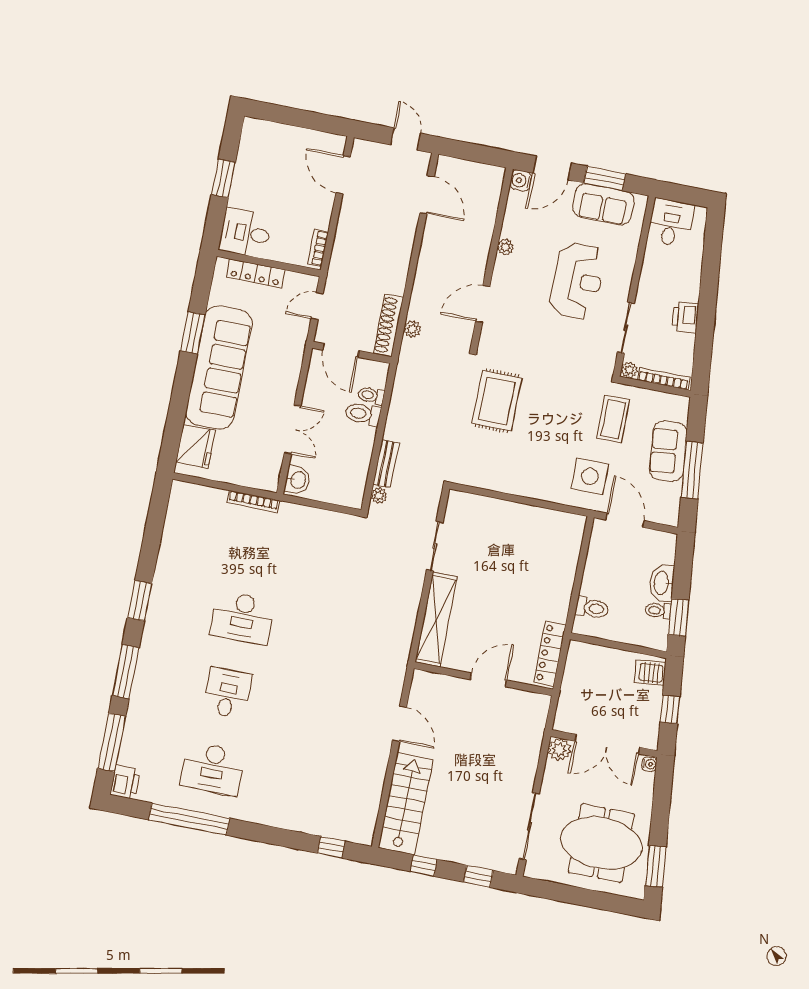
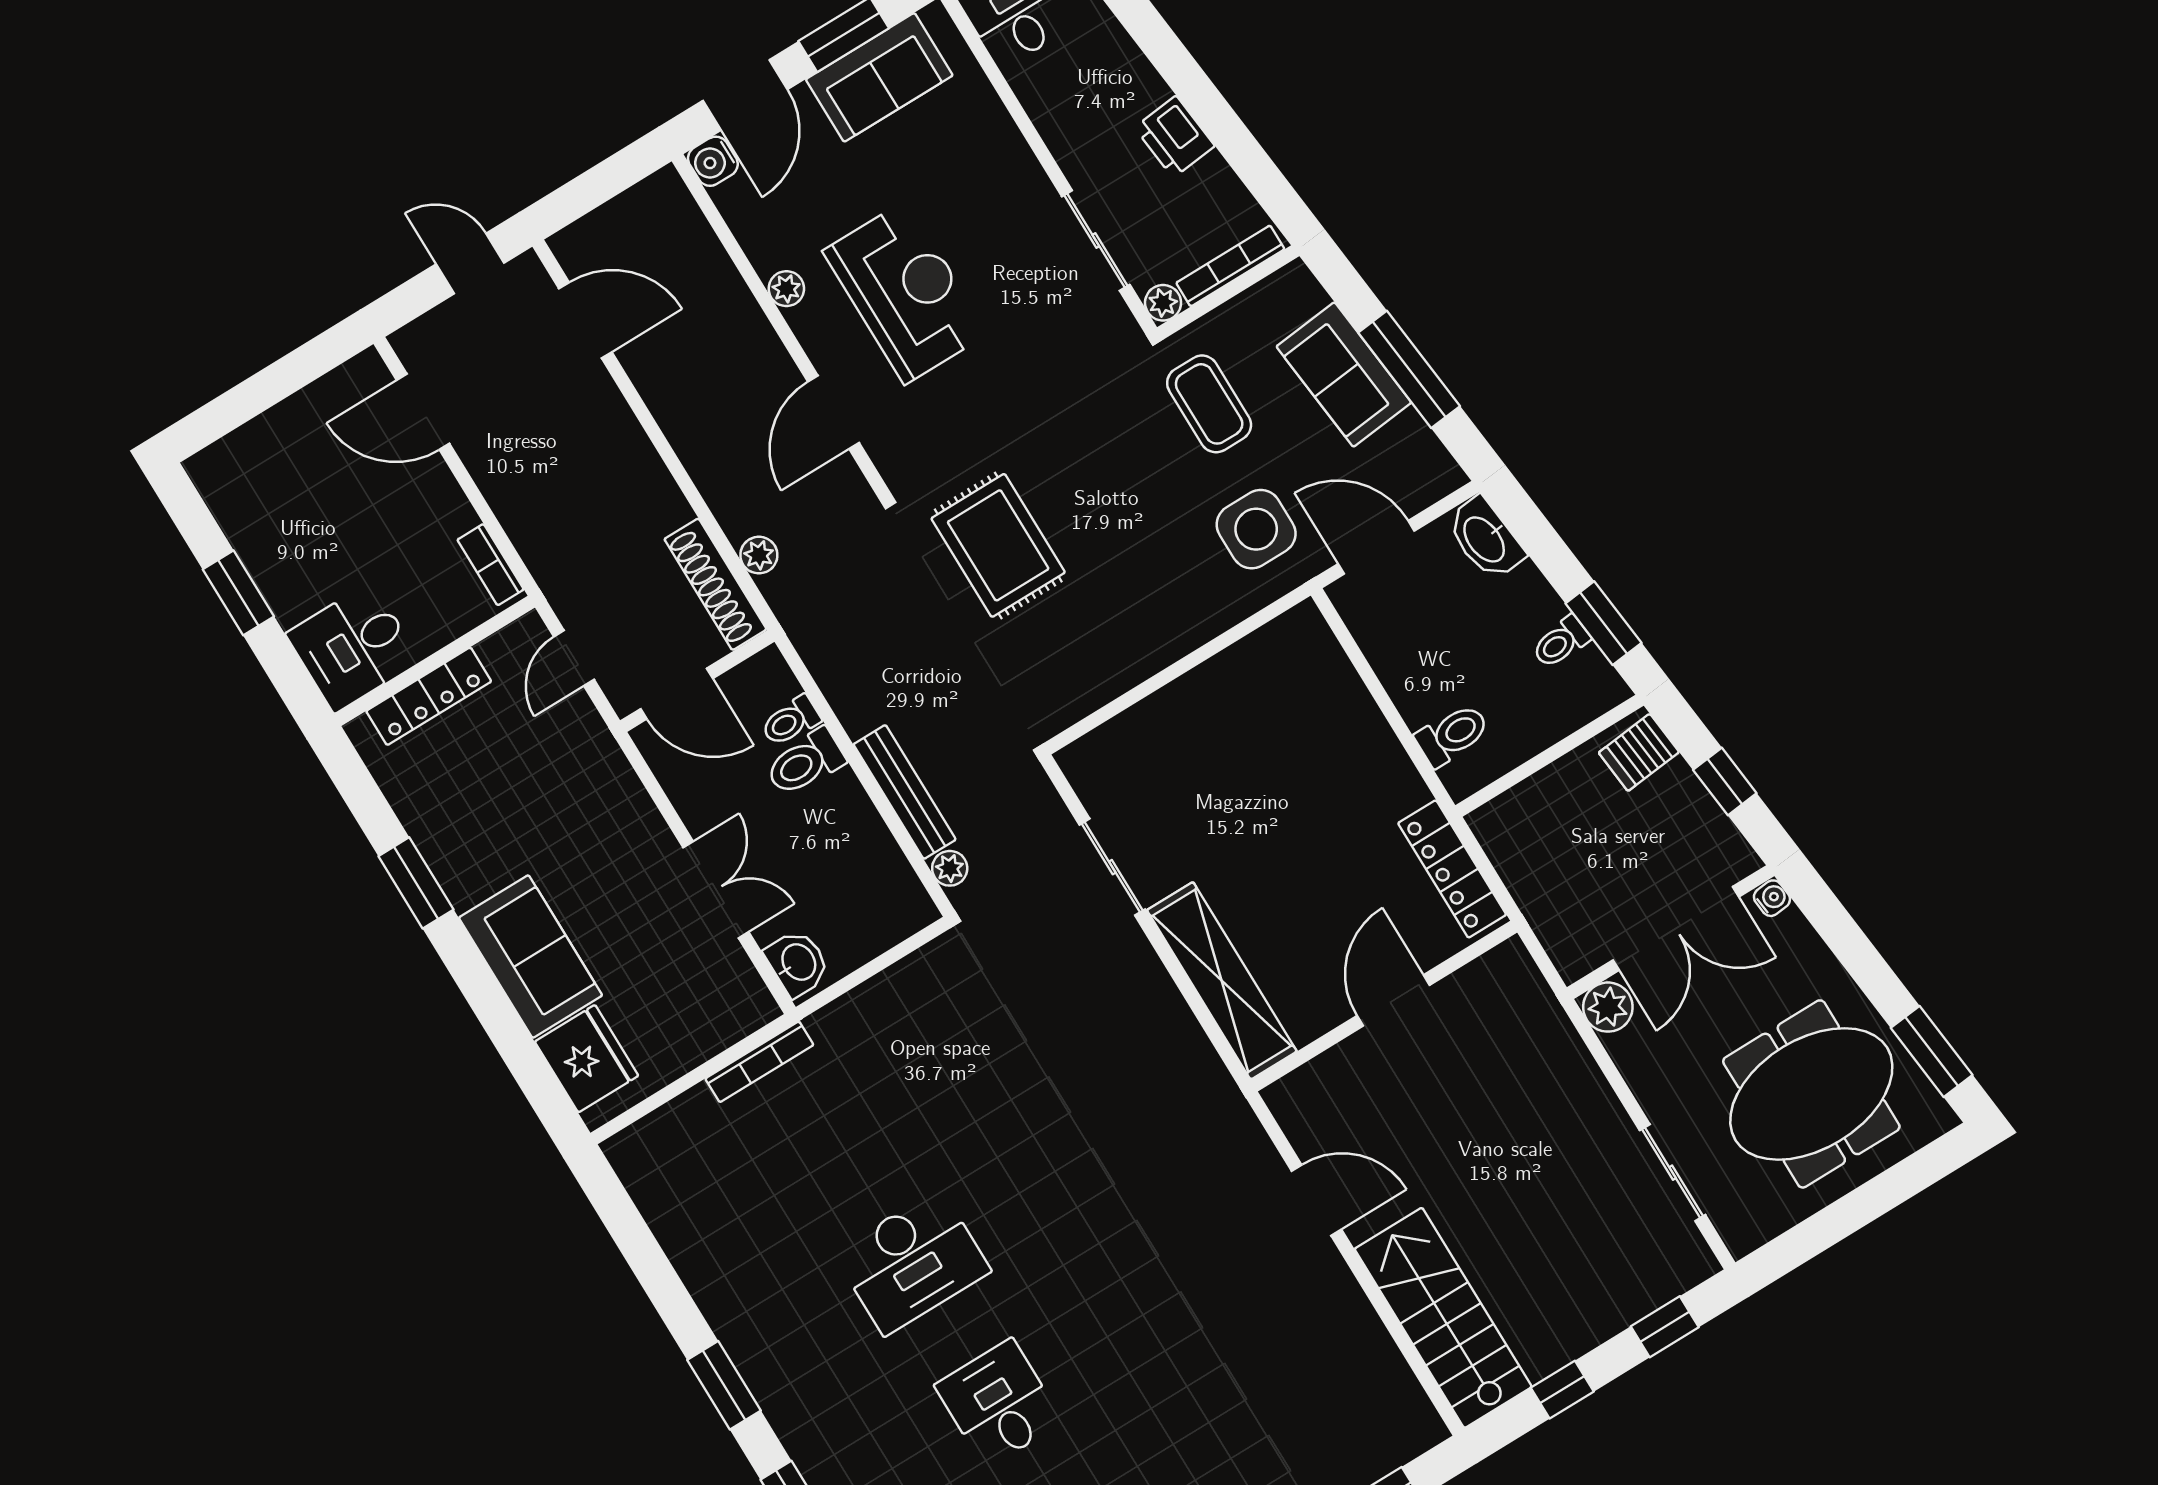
reception desk: (577, 281) -> (905, 292), moved
sofa: (219, 368) -> (531, 957), width x0.54, depth x0.79
bench: (386, 464) -> (905, 792), width x1.36
washbasin: (662, 583) -> (1485, 539), moved
sliding door: (529, 826) -> (1672, 1173), width x0.73

